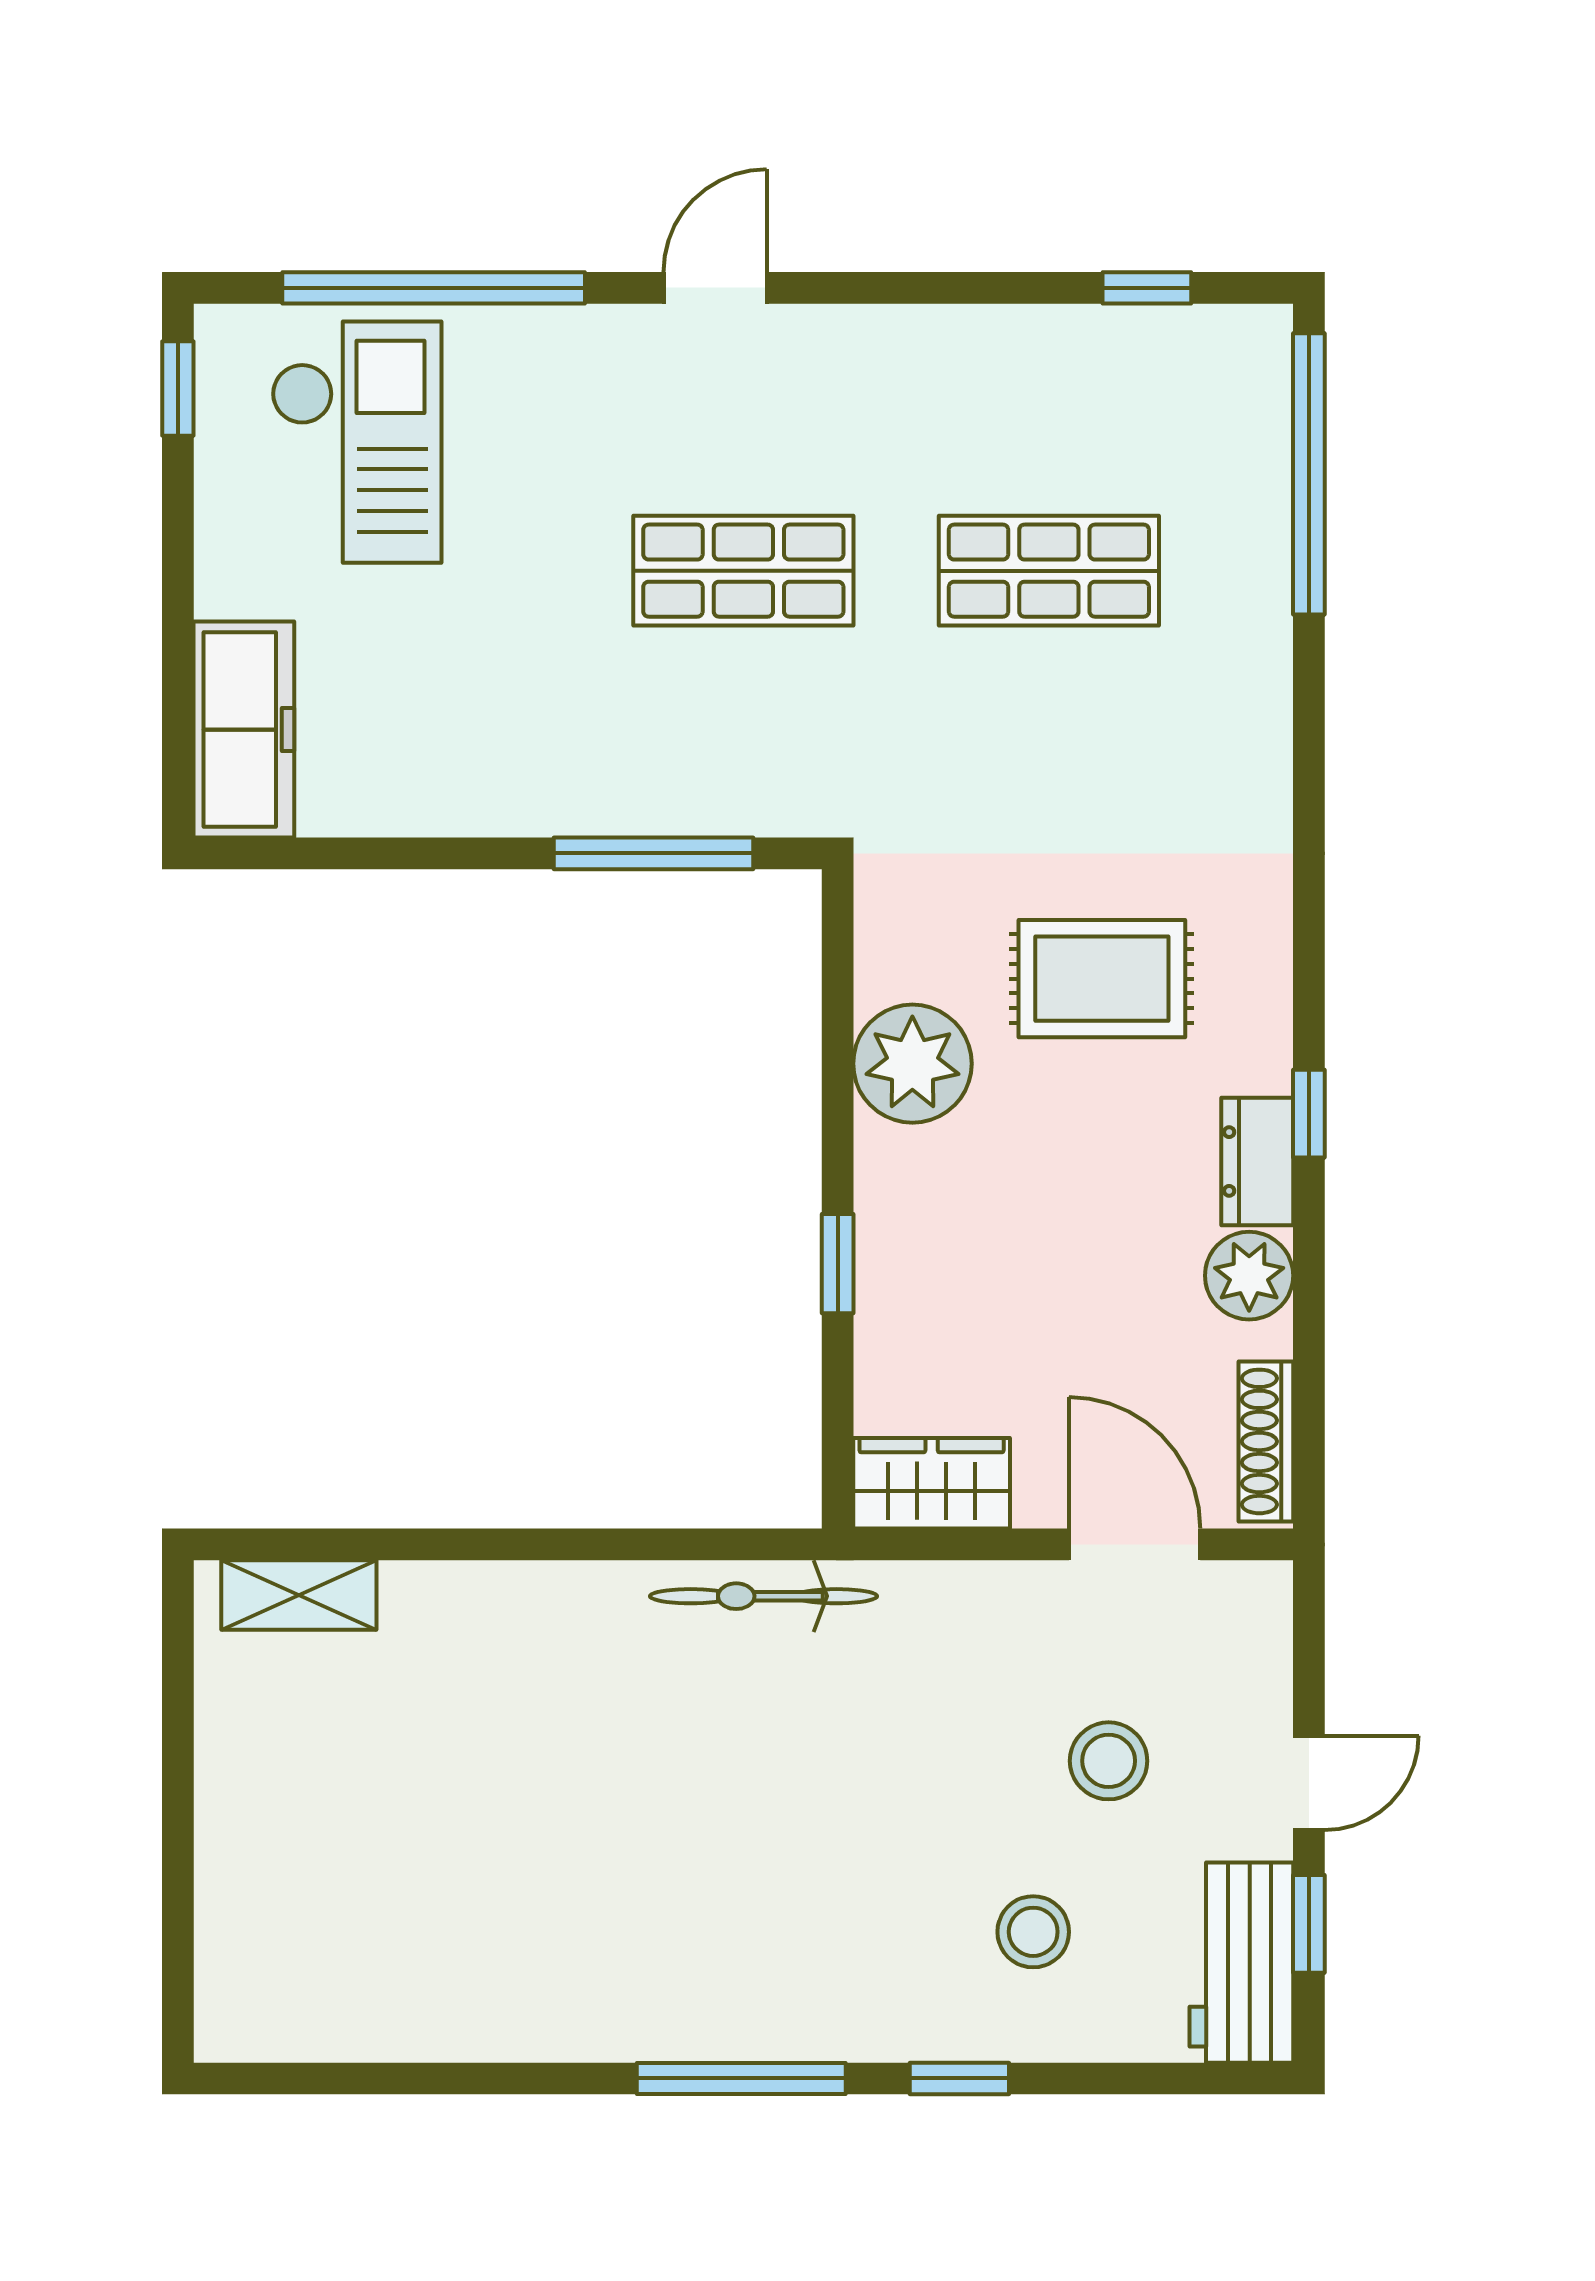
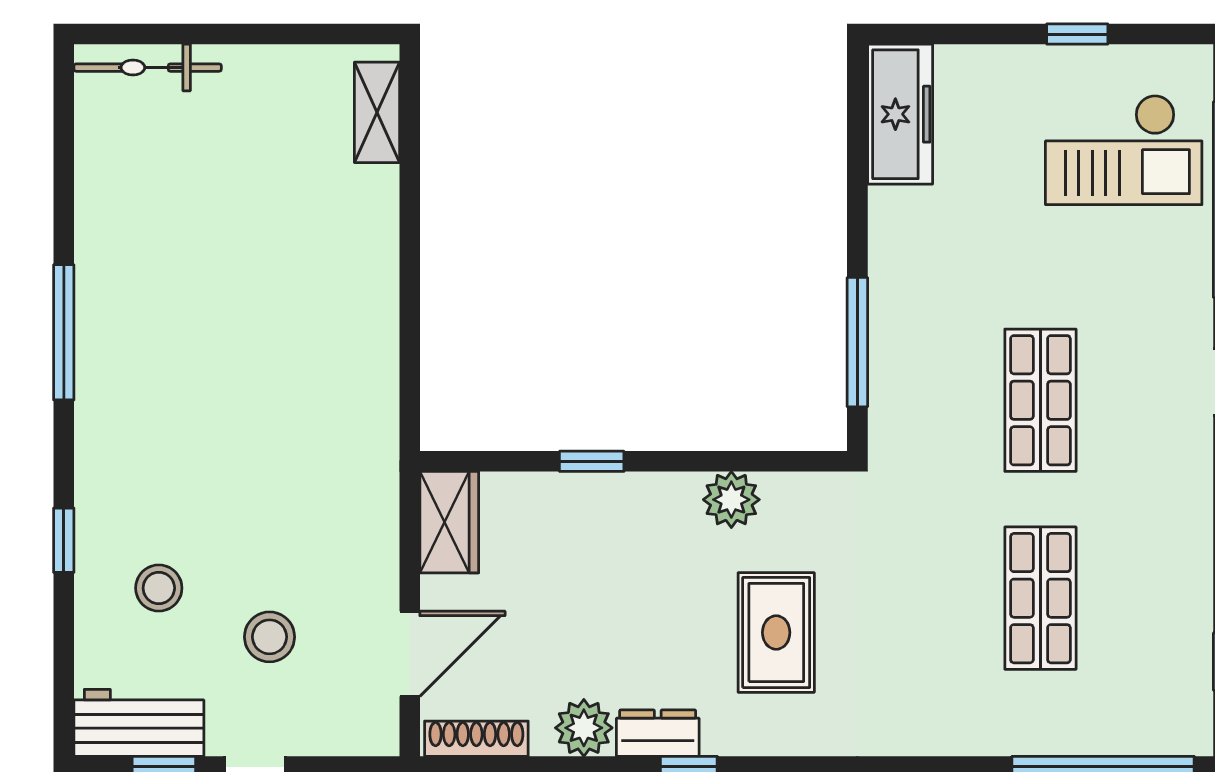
window: (178, 388) -> (1077, 34), moved
freezer: (244, 730) -> (900, 114), moved, turned -90
plant: (912, 1064) -> (731, 500), width x0.73, depth x0.73
bicycle: (764, 1596) -> (148, 68), moved, turned -90
window: (741, 2078) -> (64, 332), moved

